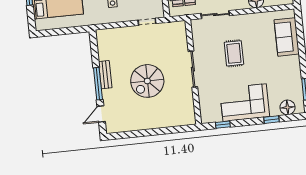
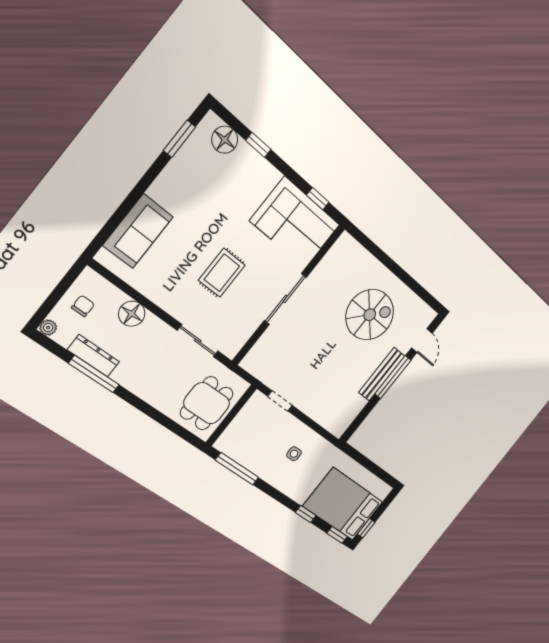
bench: (105, 75) -> (382, 374), width x1.36
spiral stairs: (147, 81) -> (370, 315), moved
corner sofa: (245, 103) -> (295, 223), moved
door: (101, 114) -> (422, 341), hinge flipped

